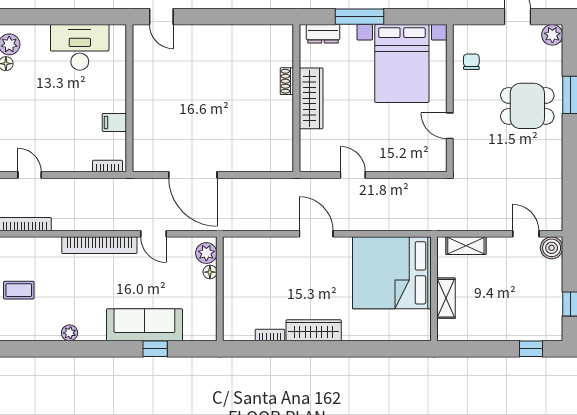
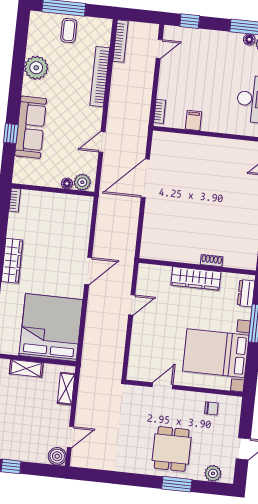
plant: (552, 35) -> (213, 473), moved
bookcase: (99, 245) -> (100, 77), moved
plant: (70, 333) -> (36, 68), width x1.87, depth x1.87
bookcase: (270, 335) -> (15, 200), moved

